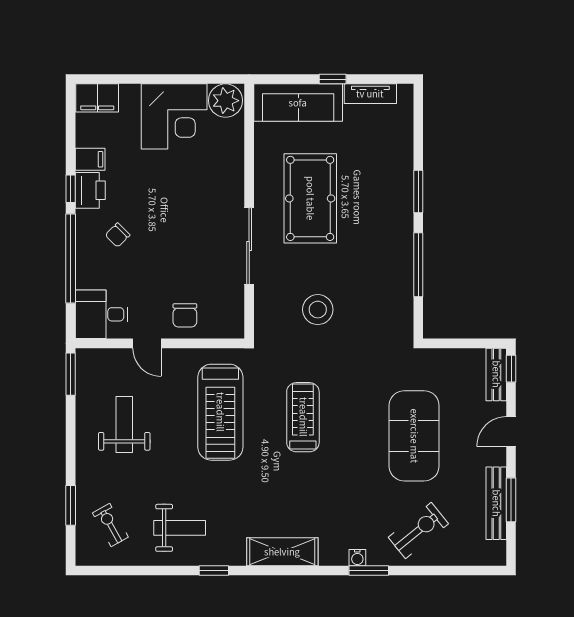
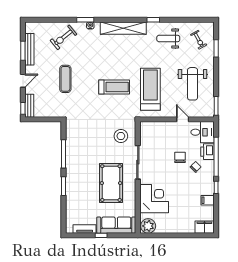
corner desk: (174, 116) -> (154, 199), moved, turned 90
printer: (90, 190) -> (208, 152), moved
stool: (318, 310) -> (121, 136), moved
chair: (185, 315) -> (180, 157), moved
treadmill: (303, 417) -> (114, 87), turned -90
weight bench: (124, 424) -> (193, 84), width x1.36, depth x1.33
exercise mat: (414, 436) -> (65, 79), width x0.50, depth x0.69
shelving: (282, 552) -> (123, 28), width x1.47

